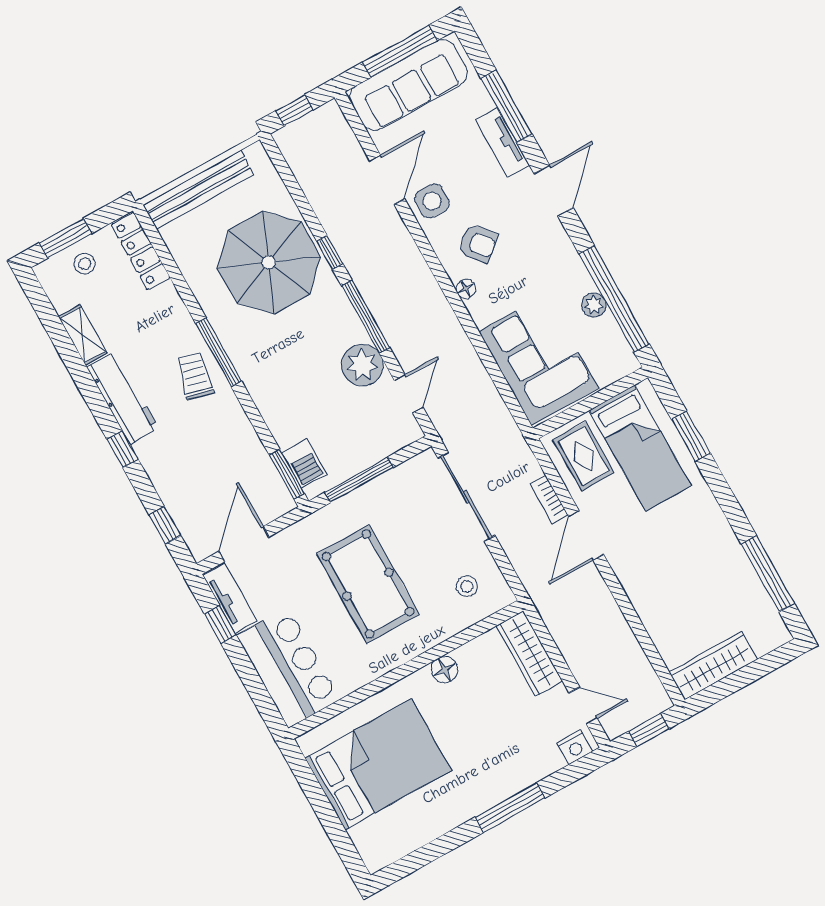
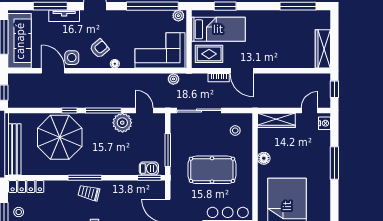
plant: (594, 305) -> (178, 16), moved
plant: (499, 416) -> (173, 79), added

